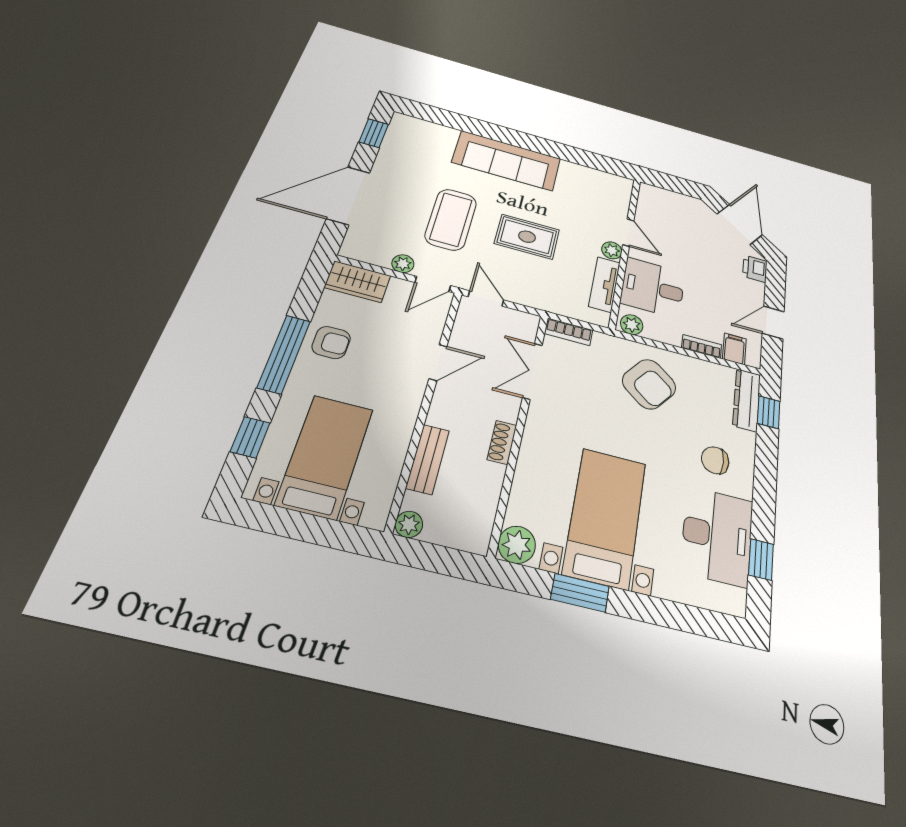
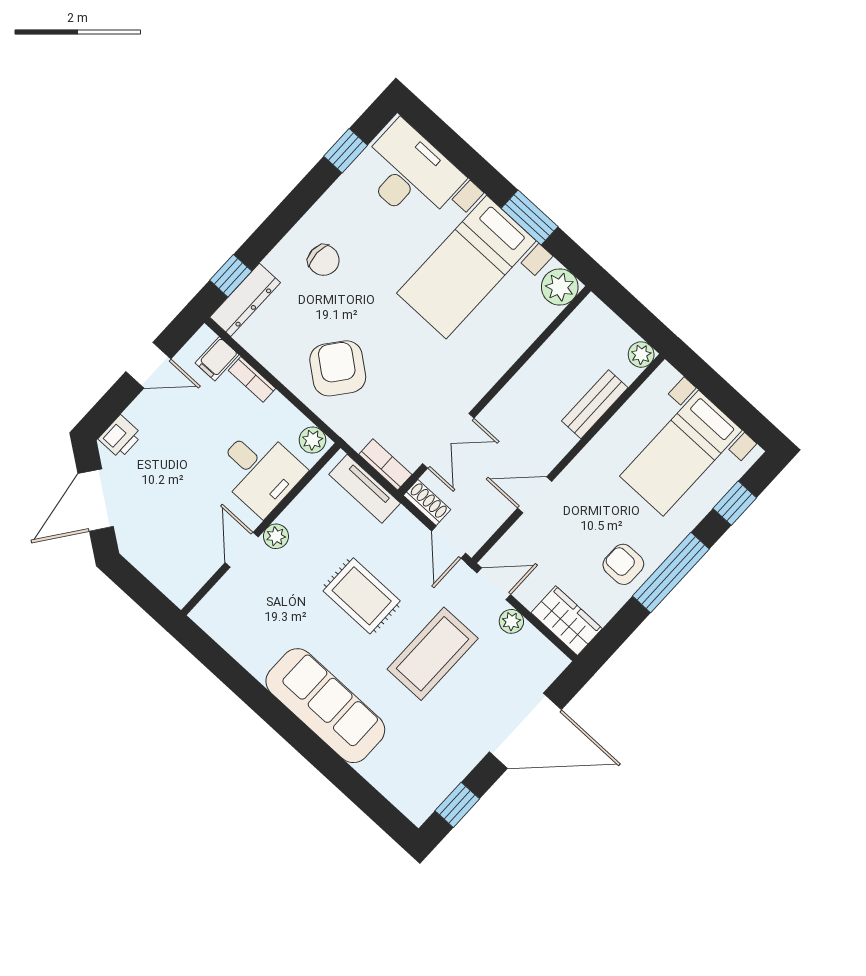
tv unit: (604, 284) -> (365, 489), moved, turned 90
shoe rack: (502, 442) -> (427, 502), moved, turned -90
desk: (717, 536) -> (410, 174), moved, turned 90

